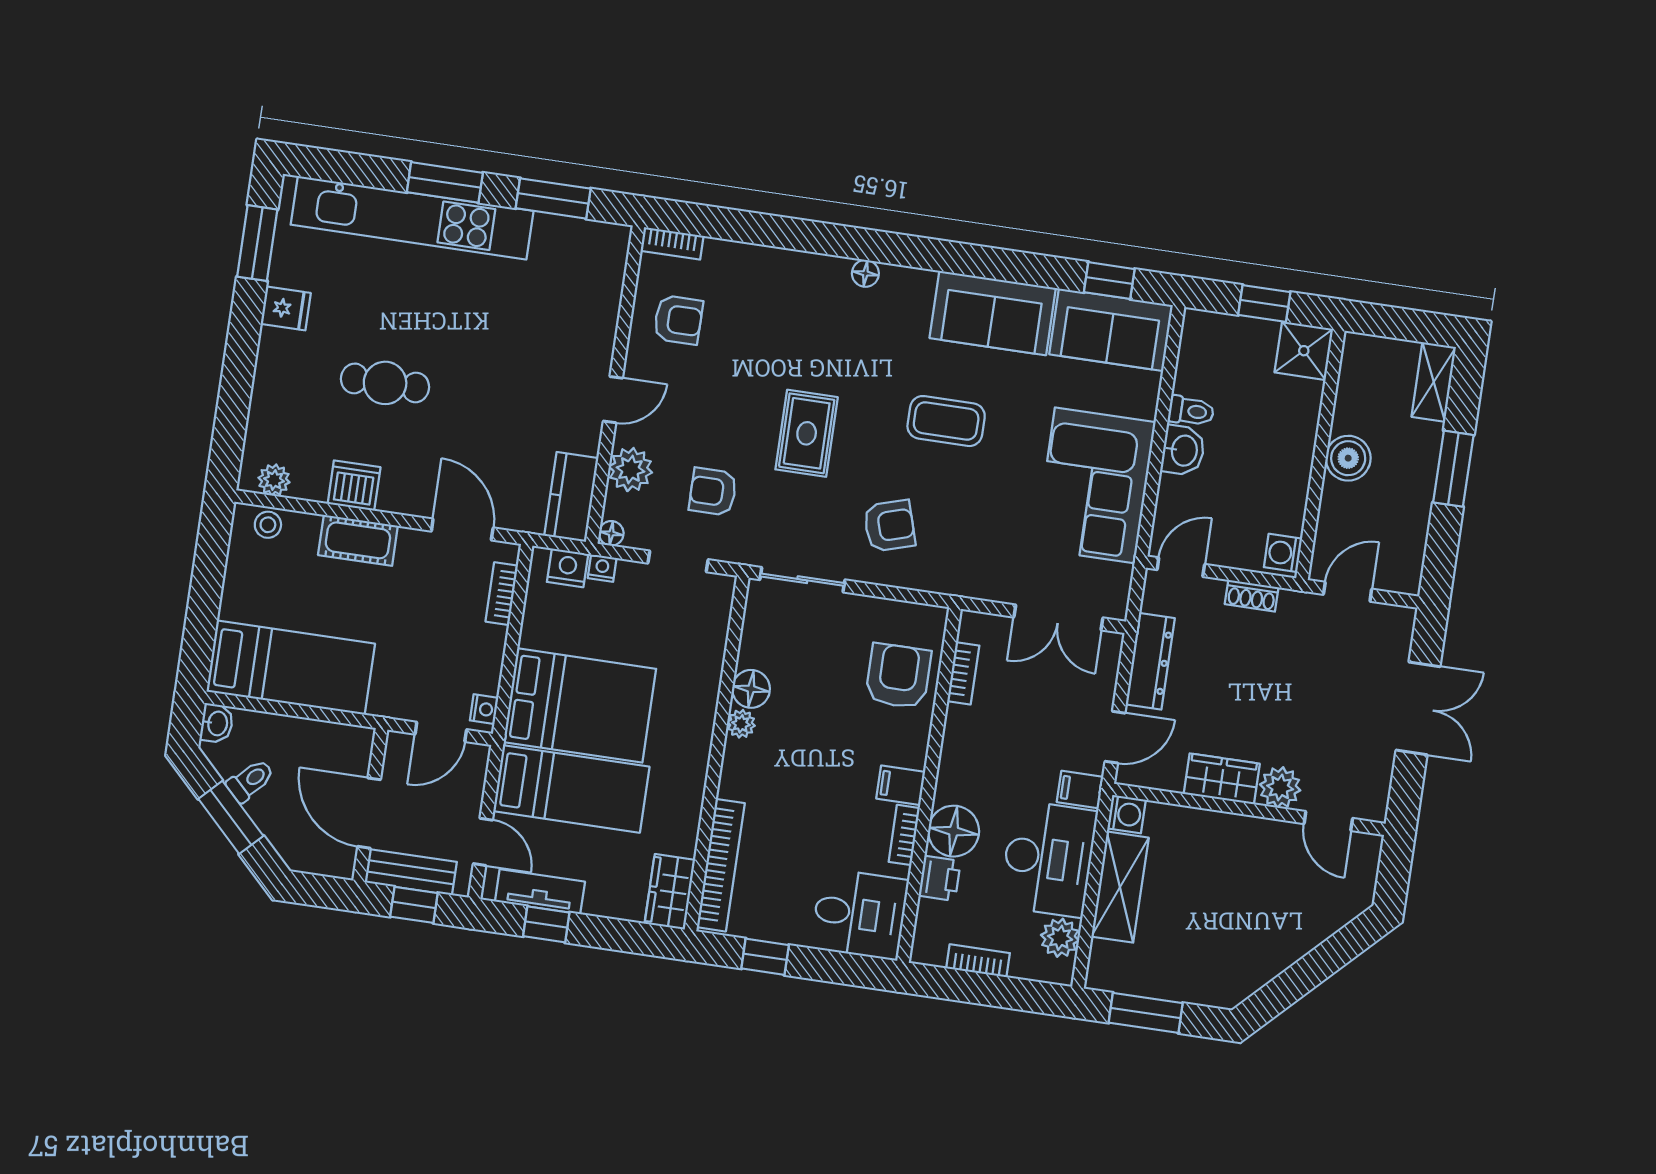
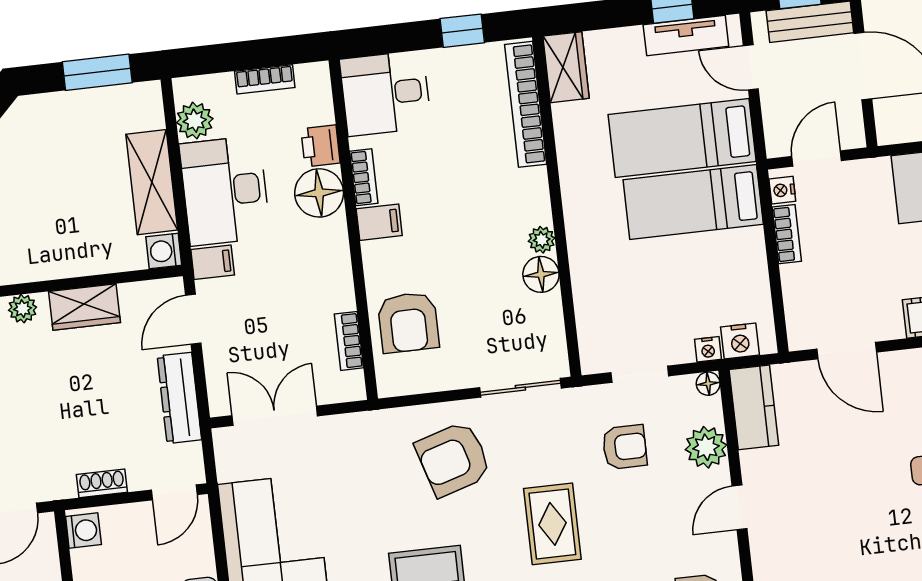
armchair: (889, 526) -> (453, 459), width x1.38, depth x1.38
bookcase: (502, 594) -> (787, 234), moved
bed: (580, 705) -> (693, 202), width x0.67
plant: (1280, 787) -> (23, 309), width x0.73, depth x0.73

